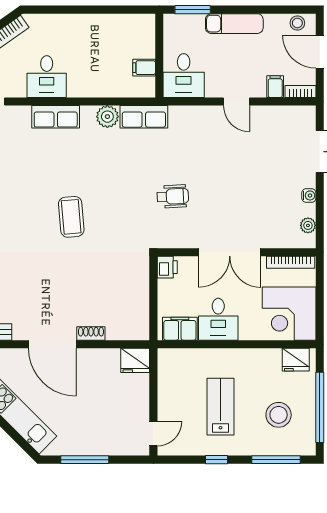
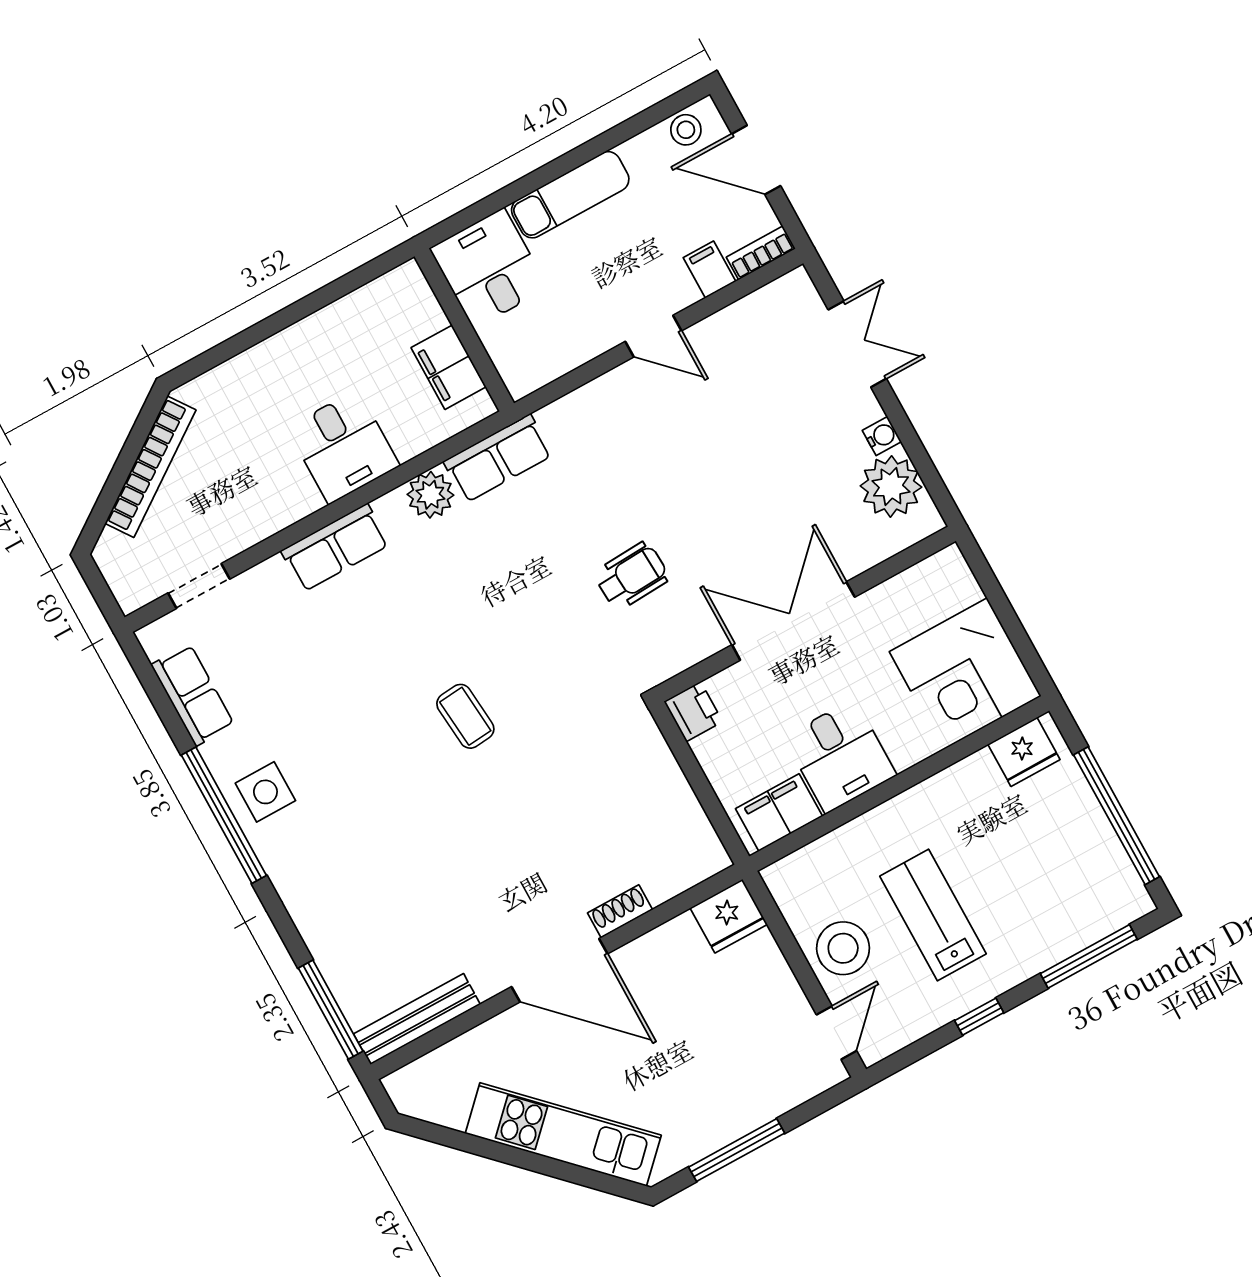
window: (193, 10) -> (479, 211), removed
filing cabinet: (144, 68) -> (449, 367), width x2.00
desk: (184, 76) -> (489, 268), moved, turned 180
desk: (47, 77) -> (343, 447), moved
coffee table: (71, 217) -> (465, 716), width x0.73, depth x0.77
plant: (308, 225) -> (891, 486), width x1.87, depth x1.87
double door: (230, 252) -> (793, 621), swing flipped
bookcase: (291, 262) -> (916, 578), removed
stool: (279, 415) -> (843, 948), moved

